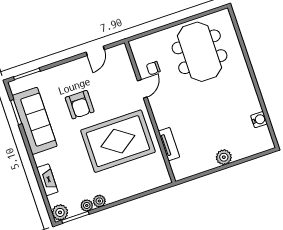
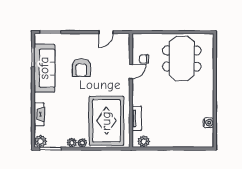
rug: (118, 141) -> (106, 121), moved, turned 90
plant: (224, 157) -> (144, 141), moved
plant: (87, 205) -> (82, 143), moved

